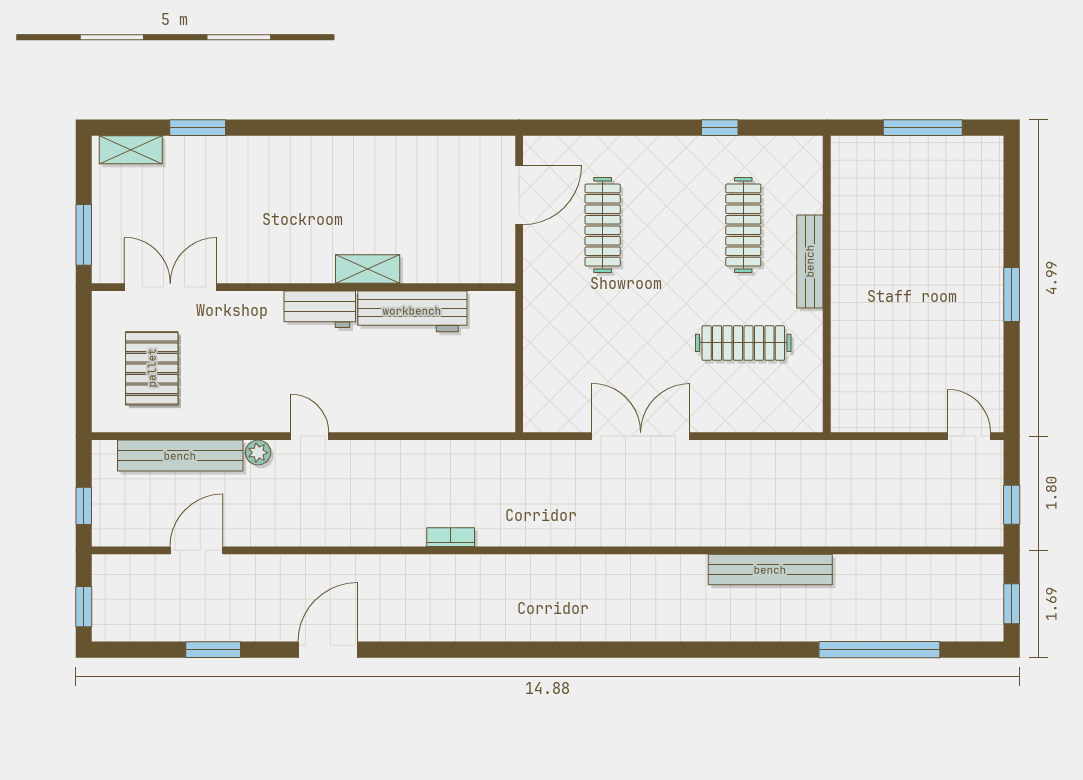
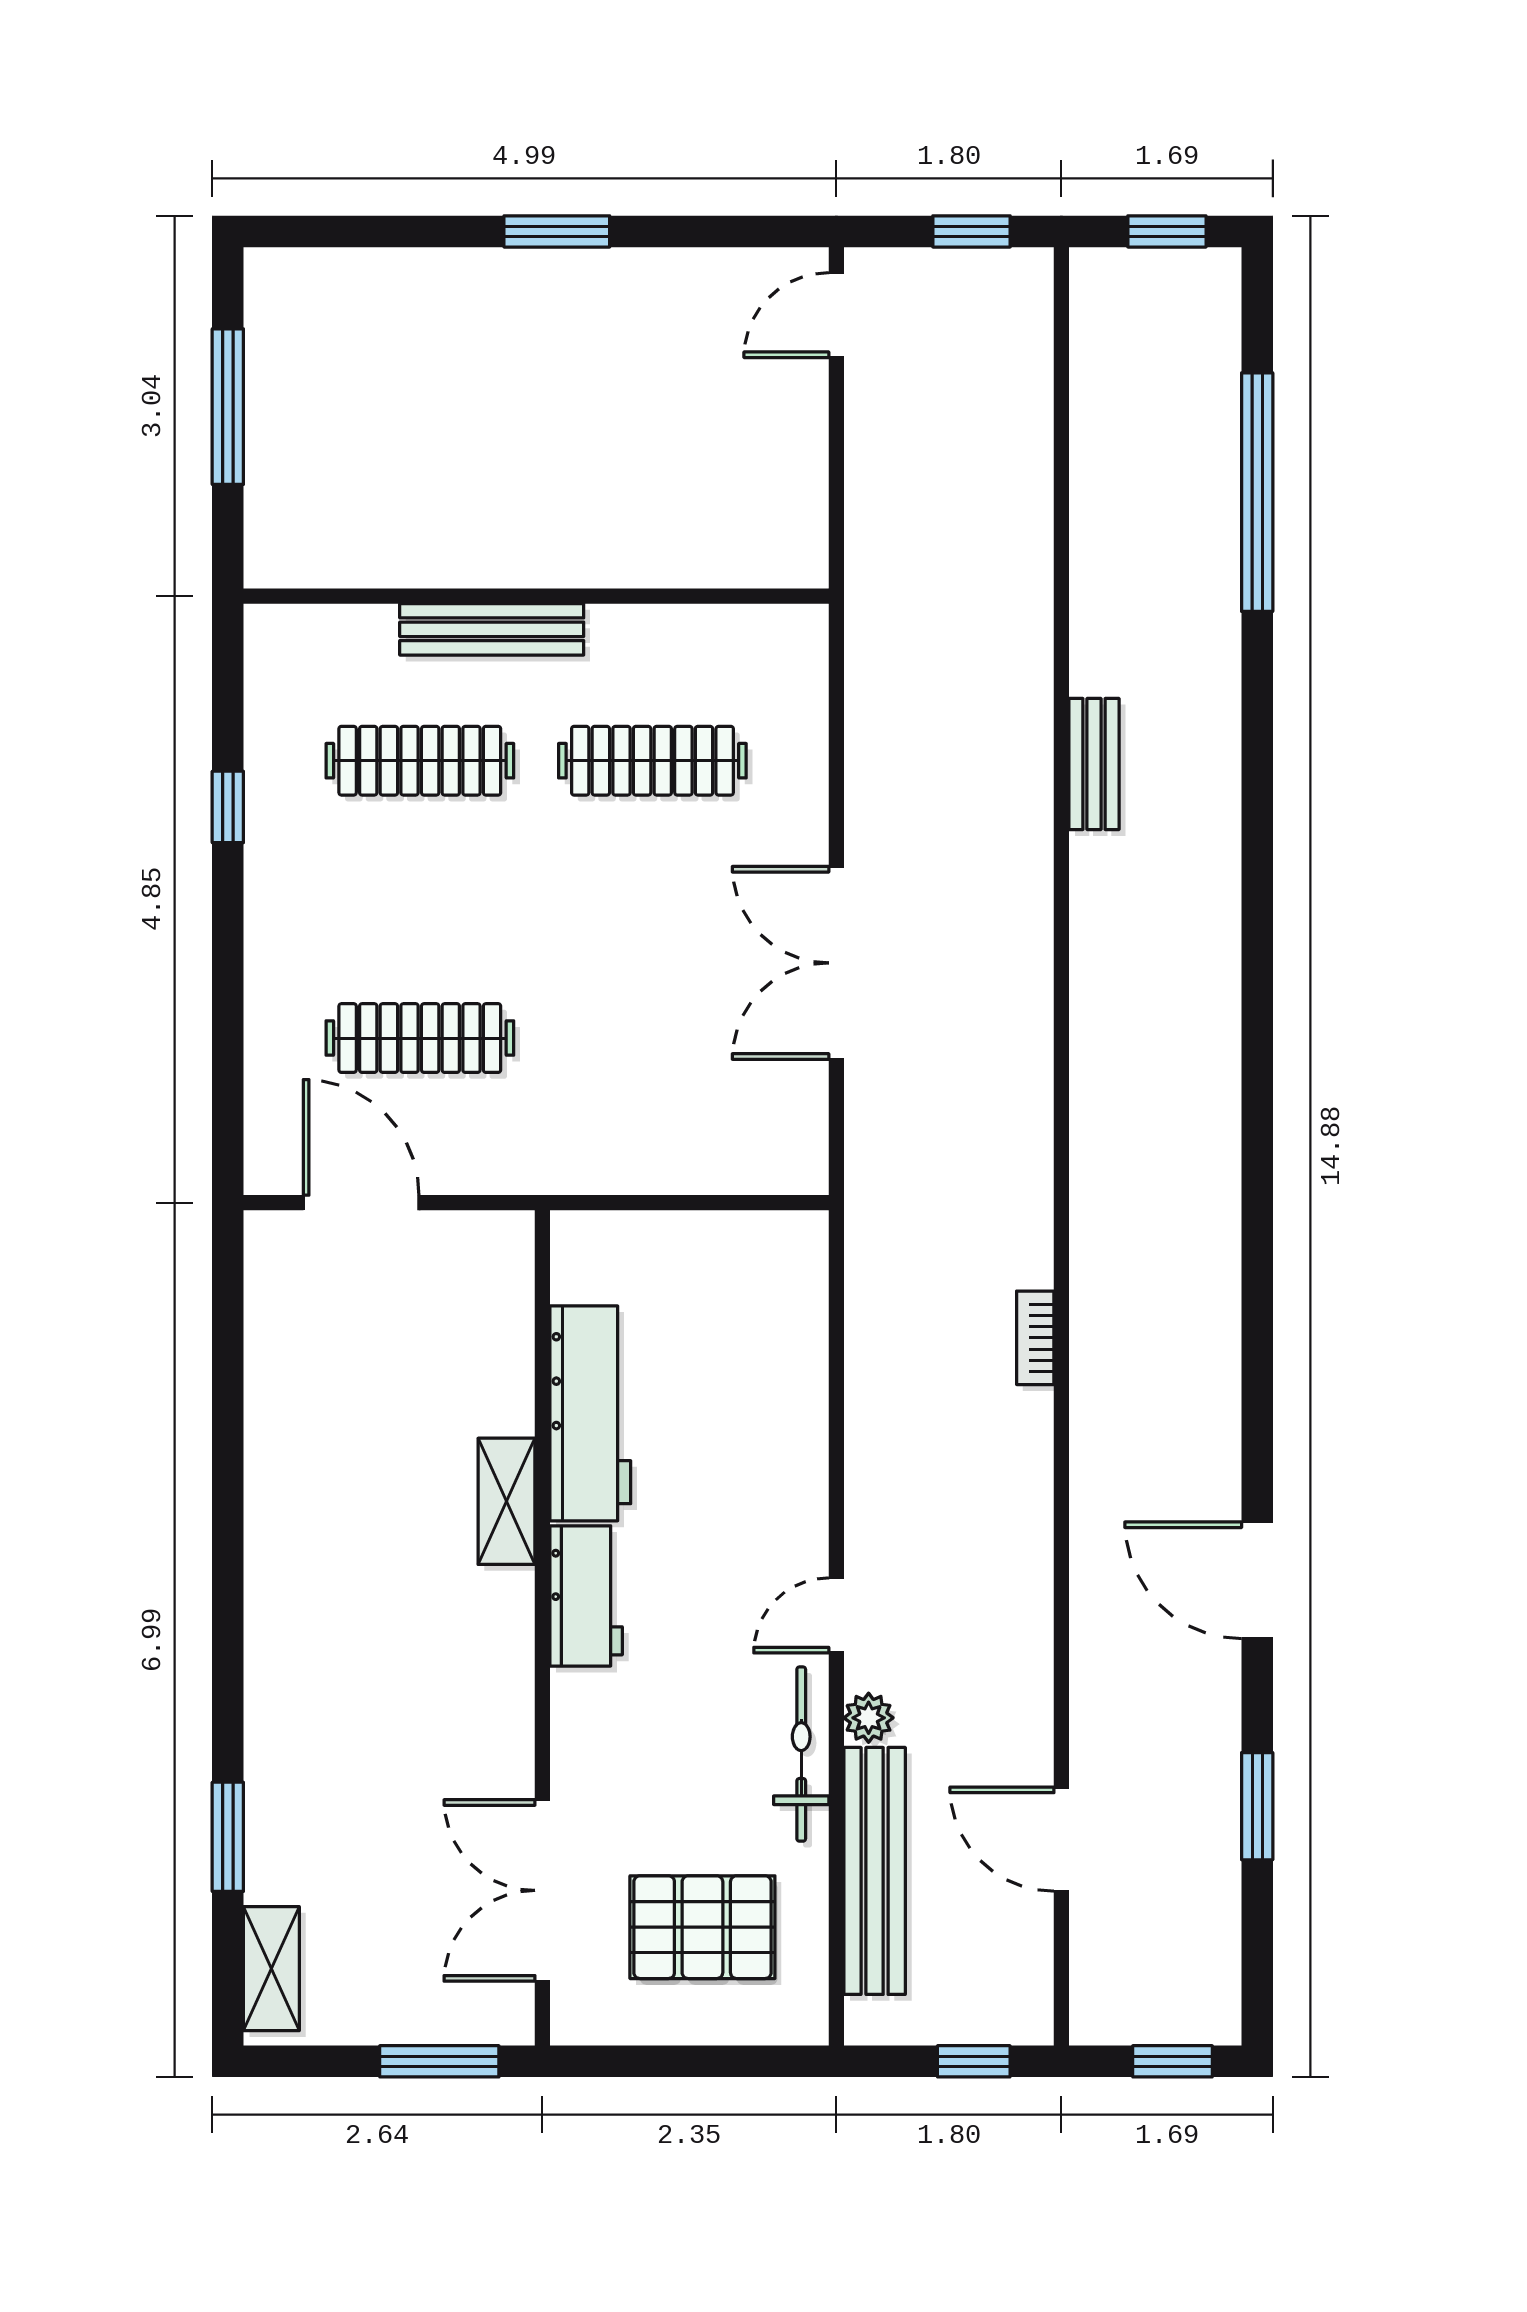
clothes rail: (743, 343) -> (652, 761), turned 90
bicycle: (240, 418) -> (801, 1754), added
bench: (770, 570) -> (1094, 764), width x0.54, depth x0.82

